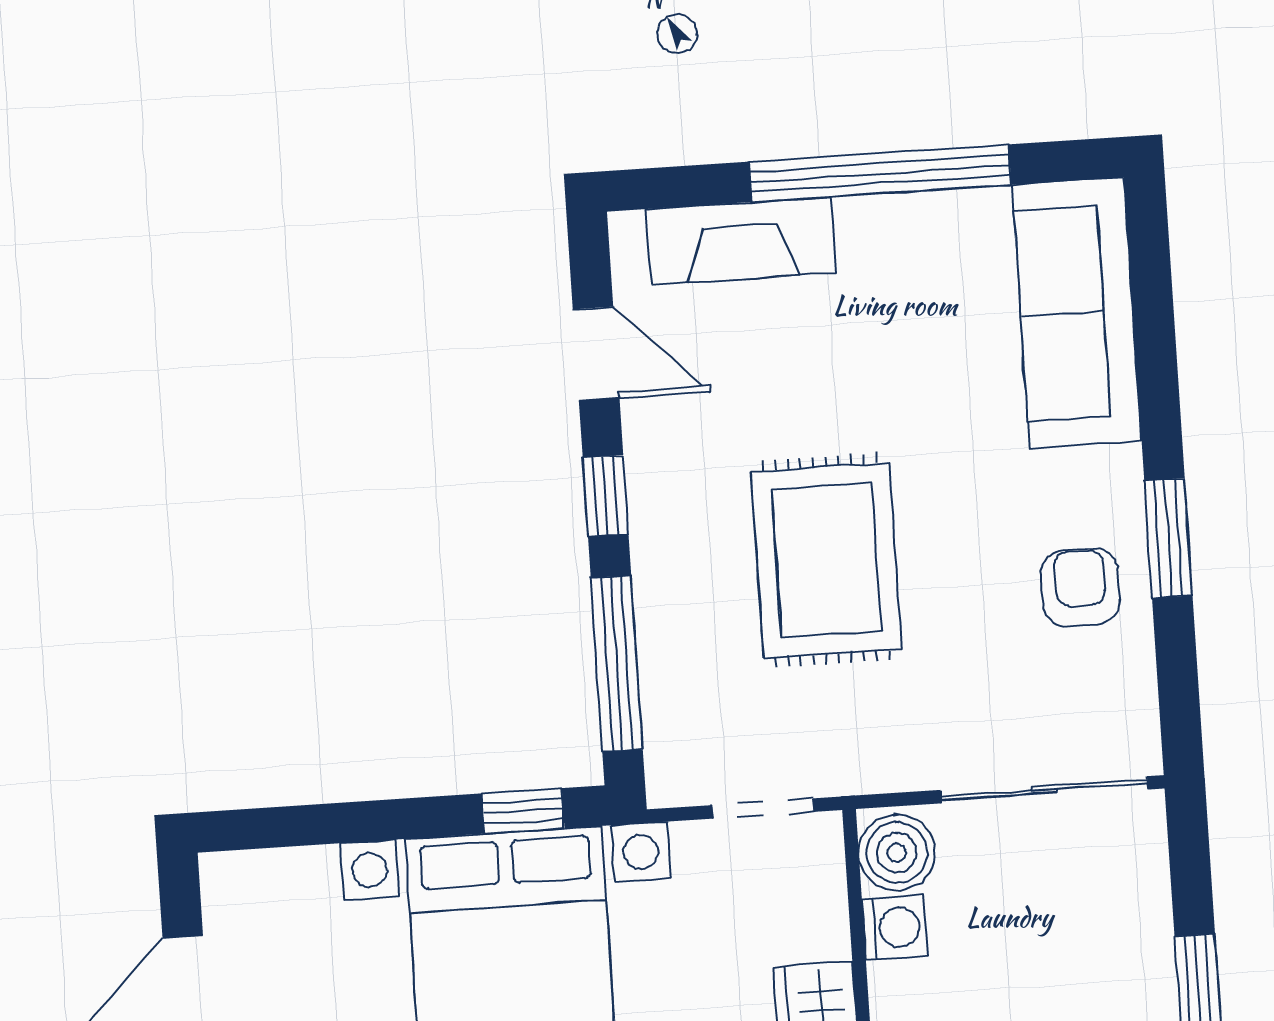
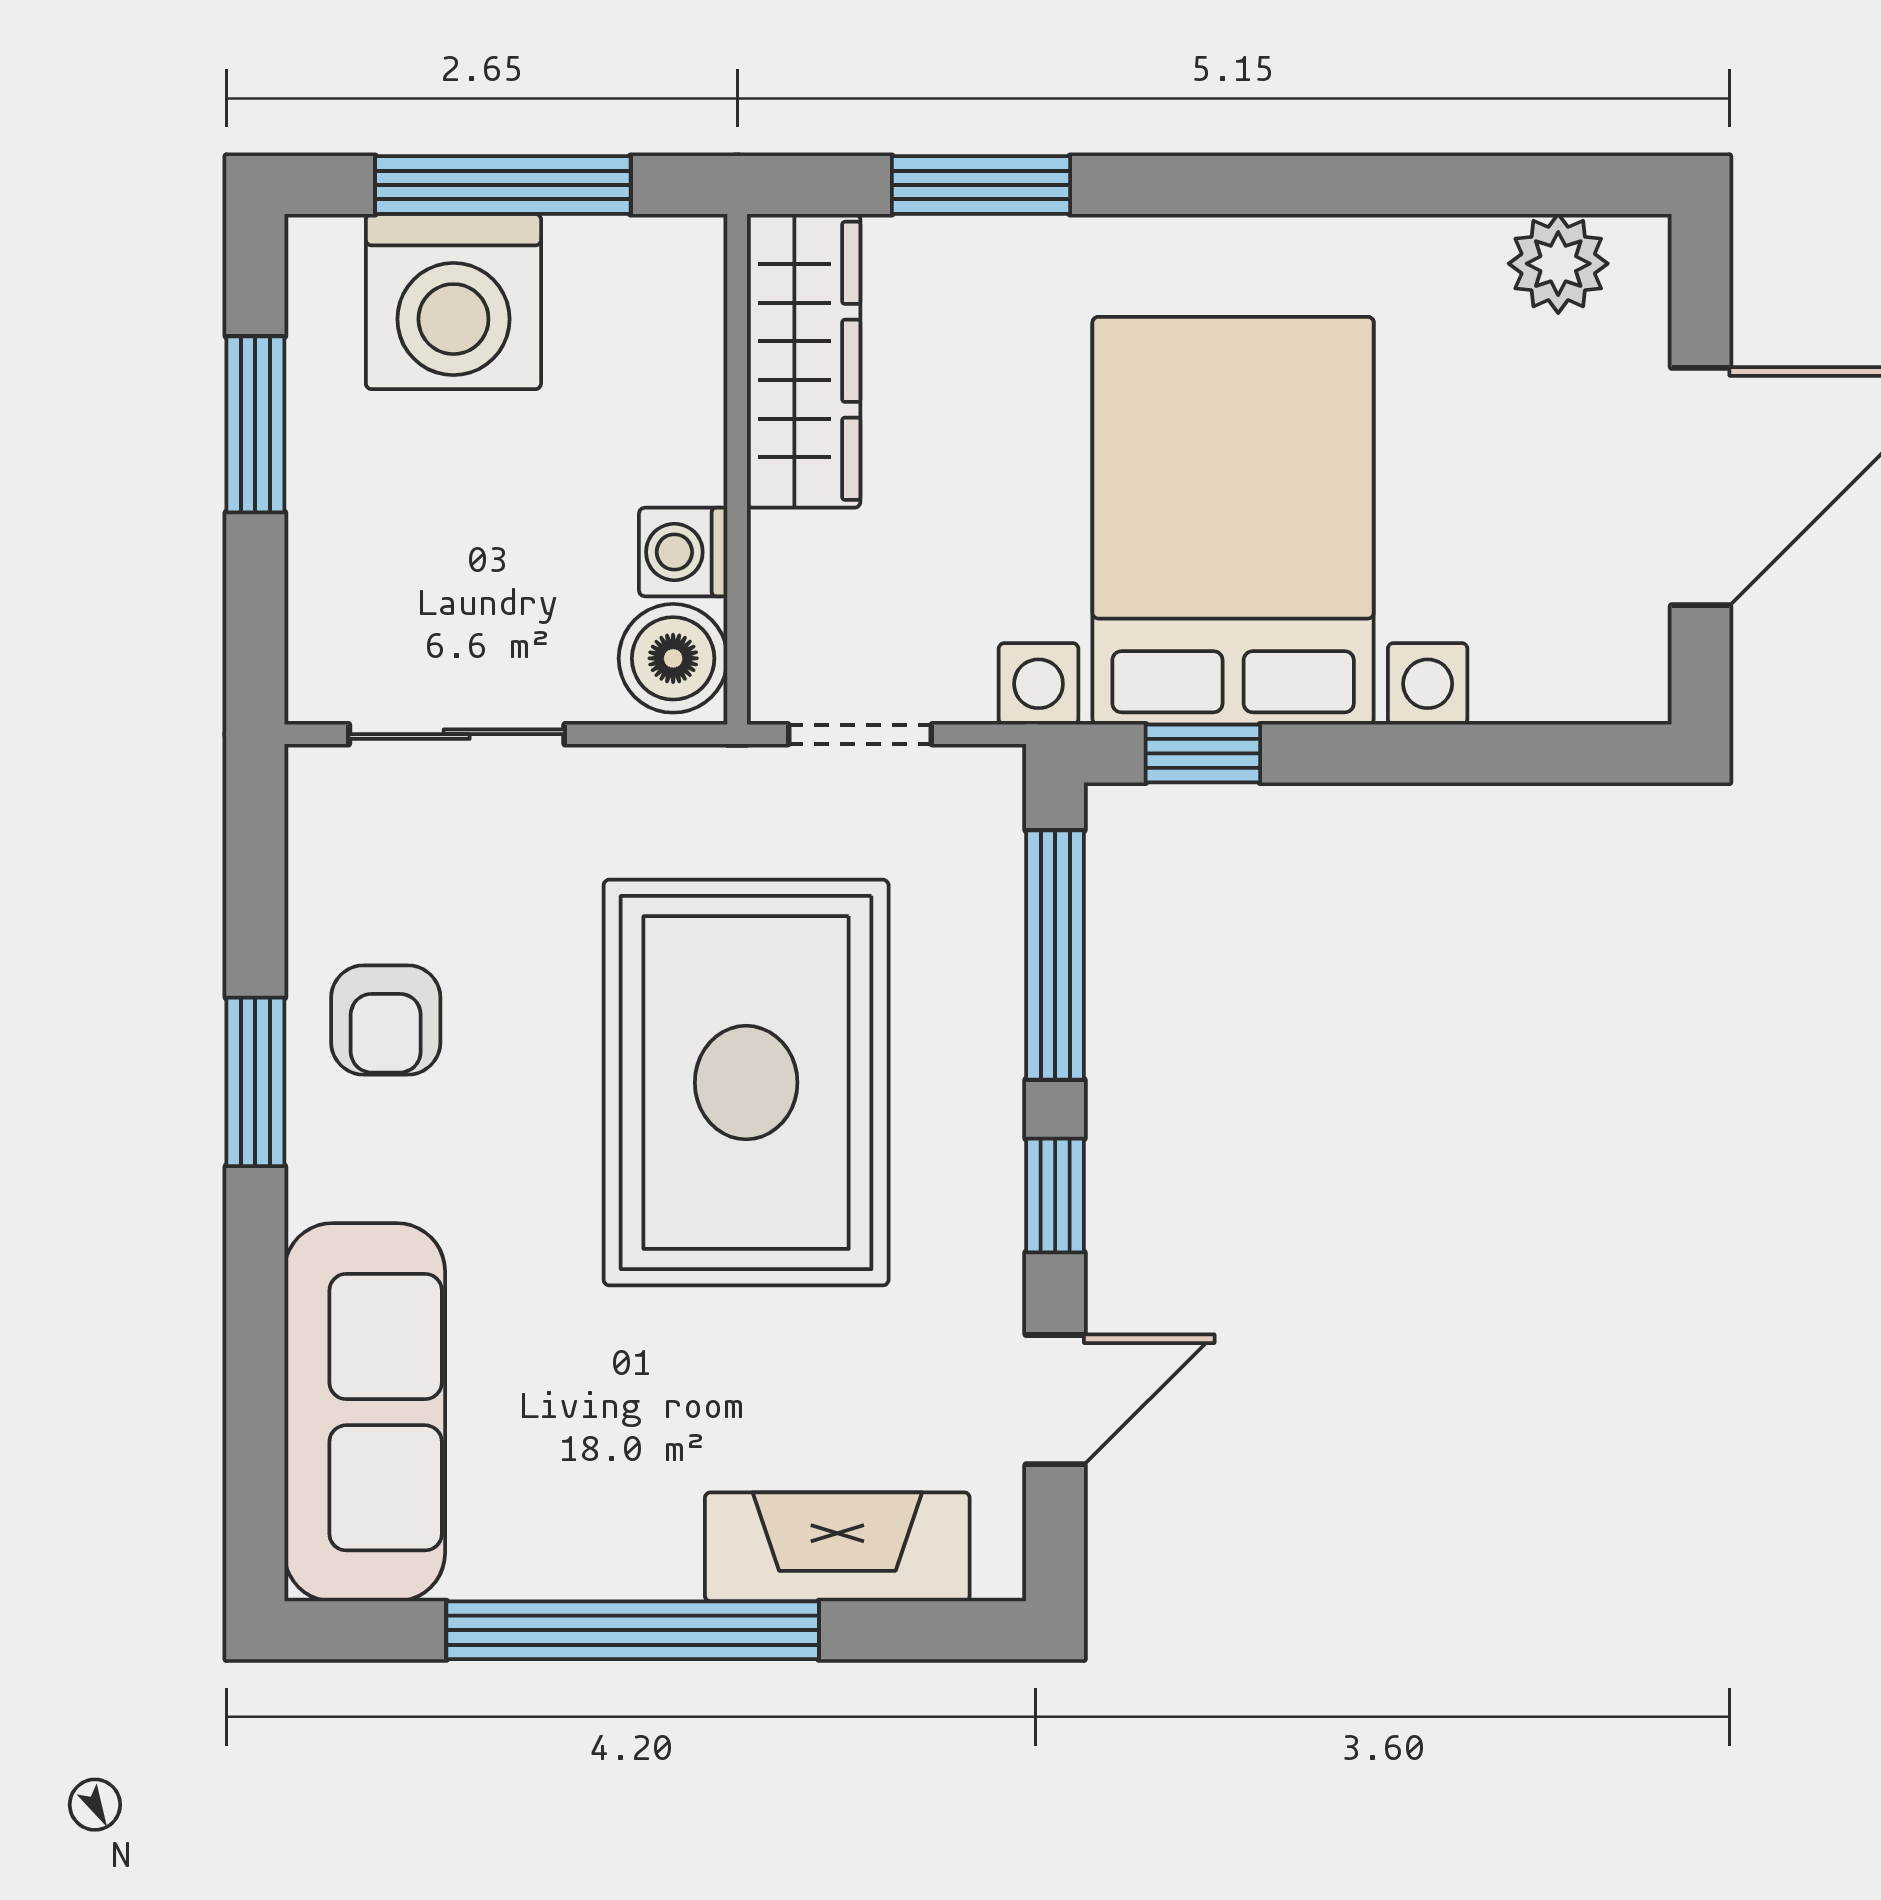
door: (596, 354) -> (1055, 1400), swing flipped
rug: (826, 560) -> (746, 1083), width x1.37, depth x1.44
sliding door: (1044, 790) -> (457, 734), width x0.73

